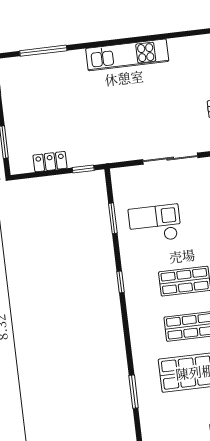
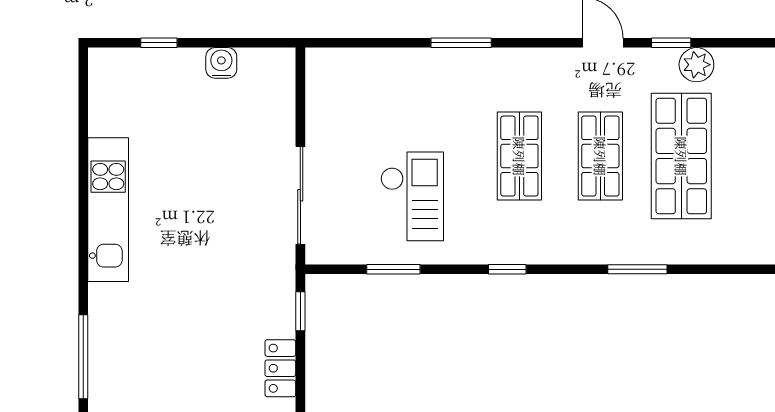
sliding door: (170, 159) -> (300, 195), moved
checkout: (155, 224) -> (412, 196), turned 180
window: (134, 392) -> (637, 269), moved

